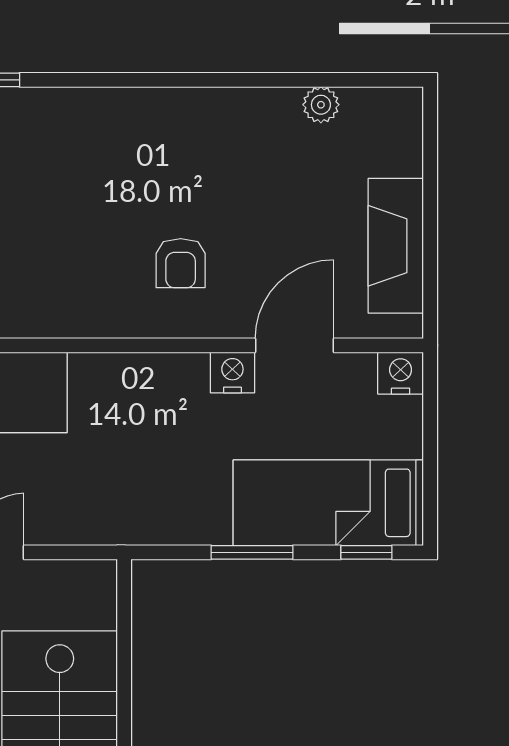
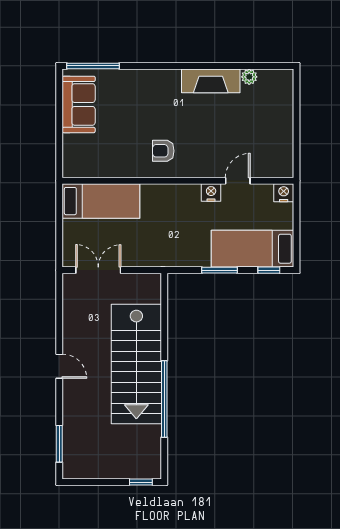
fireplace: (396, 246) -> (211, 81), moved, turned -90
armchair: (181, 263) -> (163, 151), moved, turned 90
door: (294, 345) -> (238, 181), width x0.73

